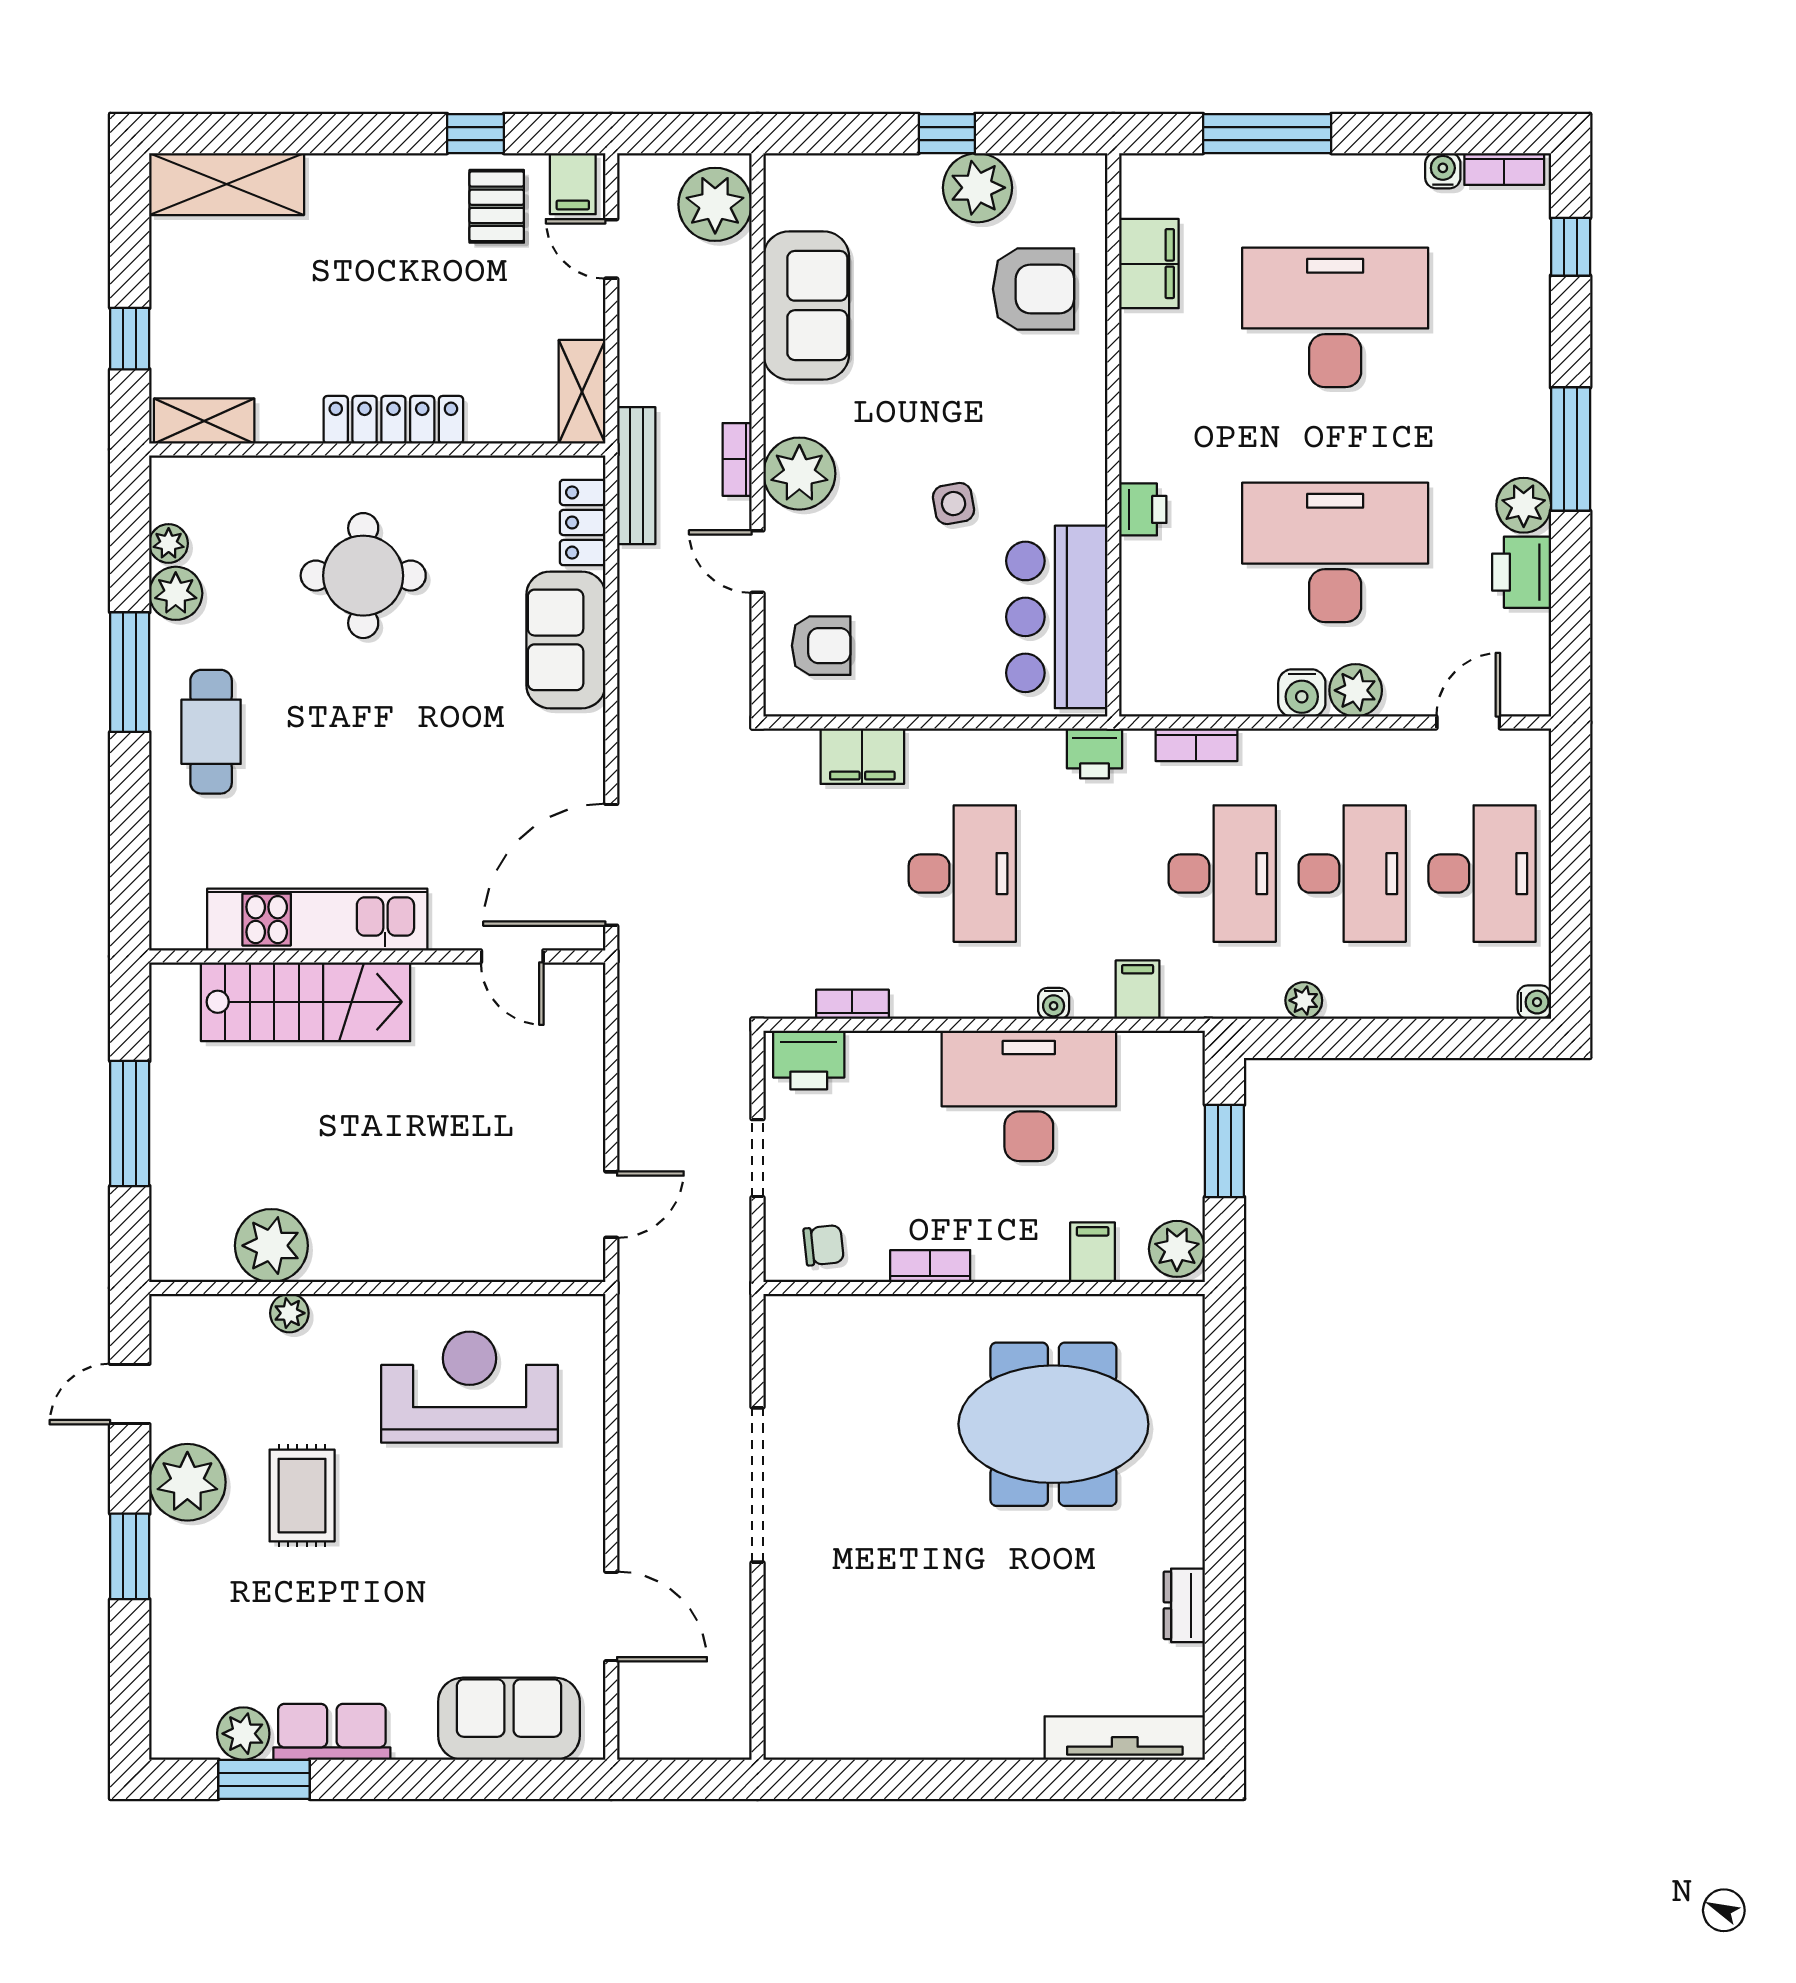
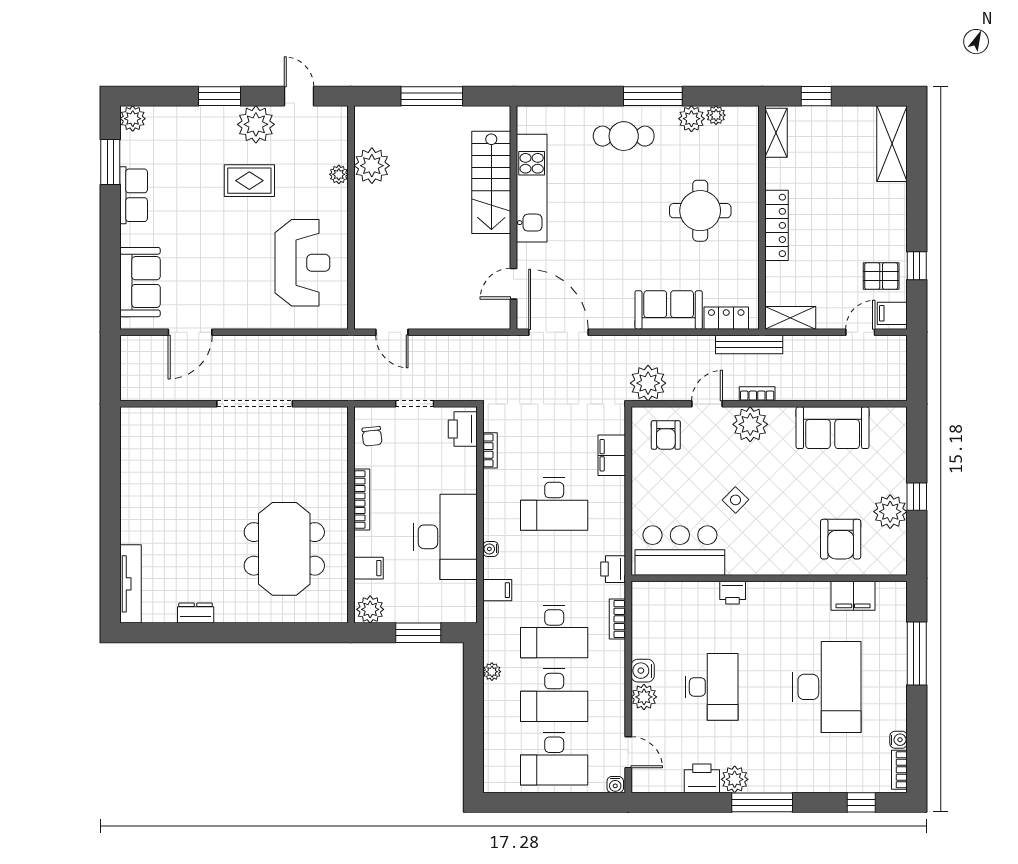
plant: (715, 204) -> (648, 383), moved
side table: (954, 504) -> (735, 500), turned -36
desk: (1335, 552) -> (712, 687), width x0.73, depth x0.77
water cooler: (1534, 1002) -> (615, 785), moved
bookcase: (930, 1266) -> (362, 500), width x1.56
plant: (243, 1734) -> (133, 119), moved

